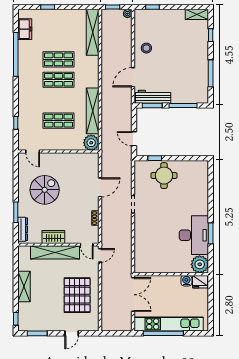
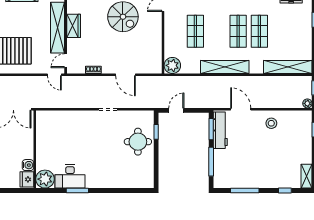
shelving: (93, 111) -> (225, 67), moved
desk: (194, 235) -> (70, 176), width x0.73, depth x0.77

